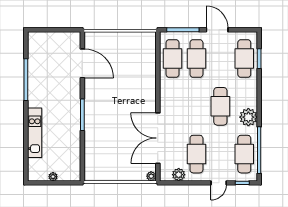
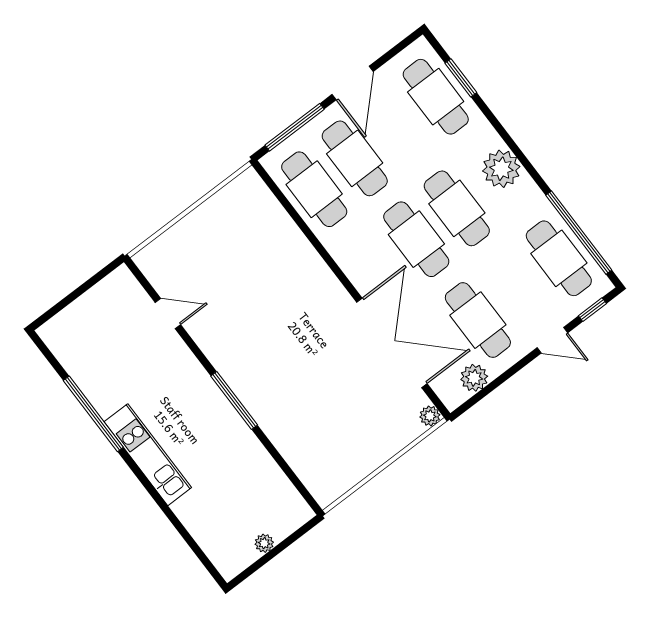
door: (217, 30) -> (353, 83), swing flipped
door: (82, 63) -> (168, 314), width x0.53
cafe table: (196, 106) -> (416, 239), added
plant: (248, 117) -> (501, 169), moved
kitchen unit: (35, 133) -> (148, 455), moved
double door: (158, 138) -> (392, 343), swing flipped
door: (219, 183) -> (552, 340), hinge flipped

